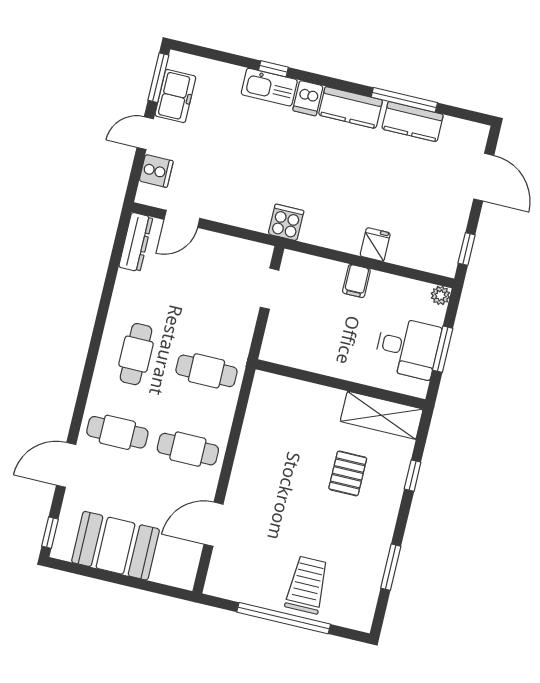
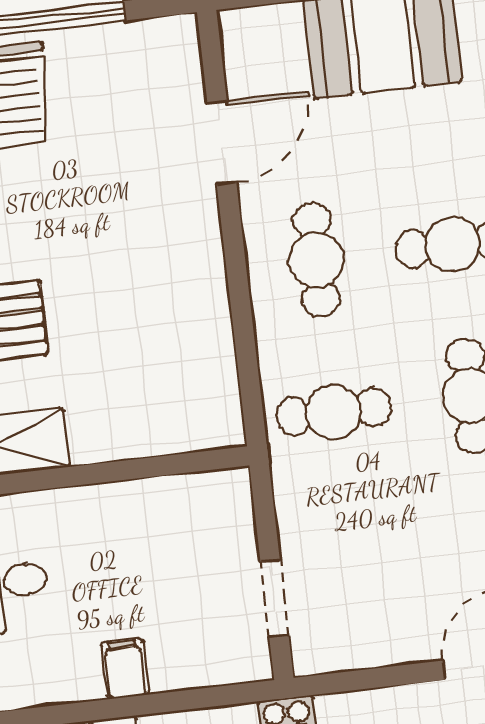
cafe table: (188, 449) -> (316, 260), turned 90

